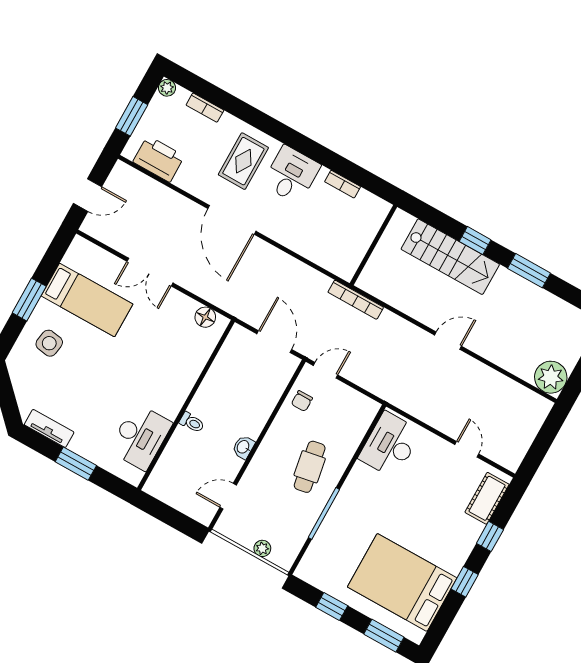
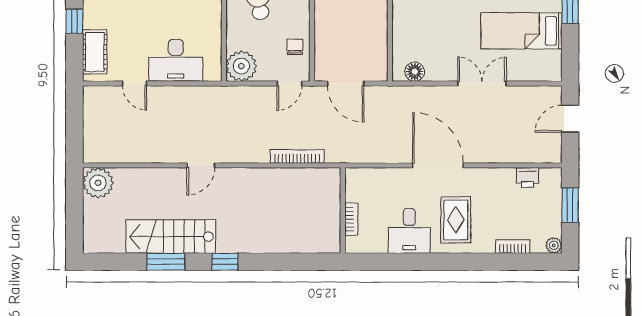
printer: (159, 159) -> (527, 177), width x0.53, depth x0.68
bookcase: (343, 184) -> (351, 219), moved, turned 90
wall: (373, 245) -> (343, 210), moved
stairs: (450, 257) -> (171, 237), moved
plant: (360, 411) -> (241, 66), added
desk: (390, 445) -> (176, 60), moved, turned 90

